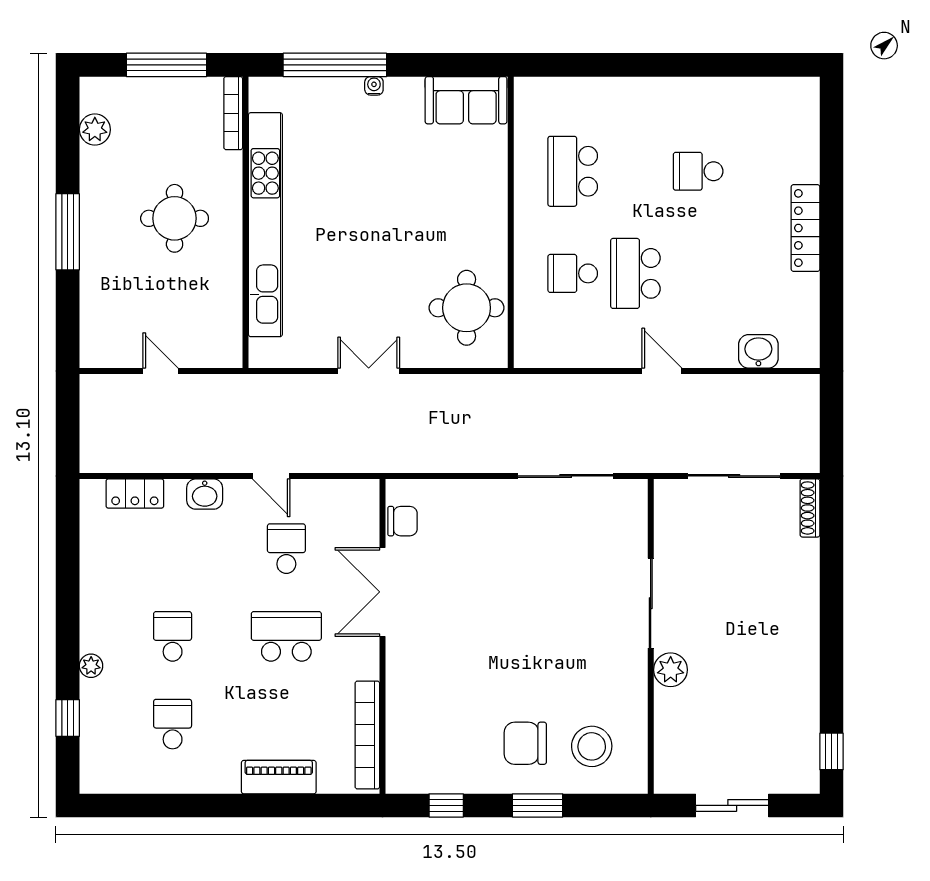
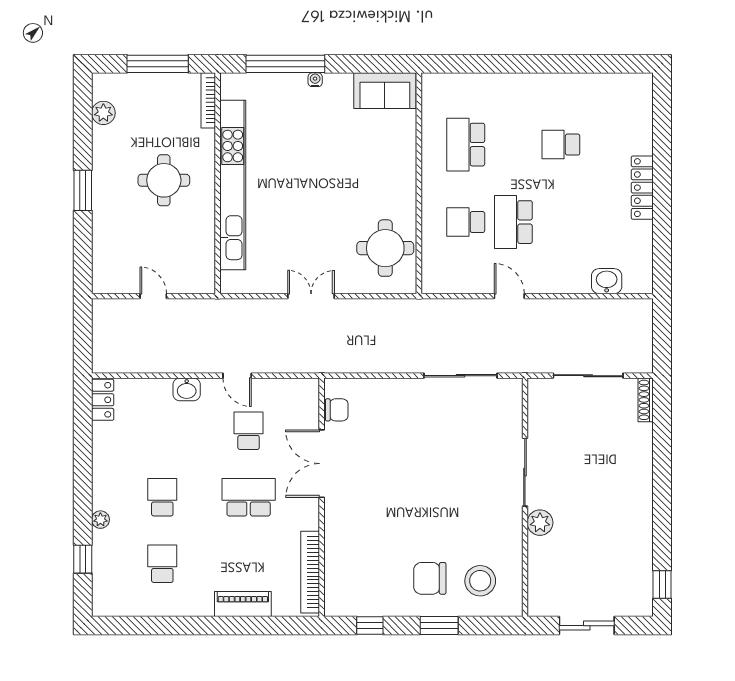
window: (68, 232) -> (83, 190), width x0.69
door: (662, 371) -> (509, 296), moved
locker: (135, 493) -> (103, 400), moved, turned -90

